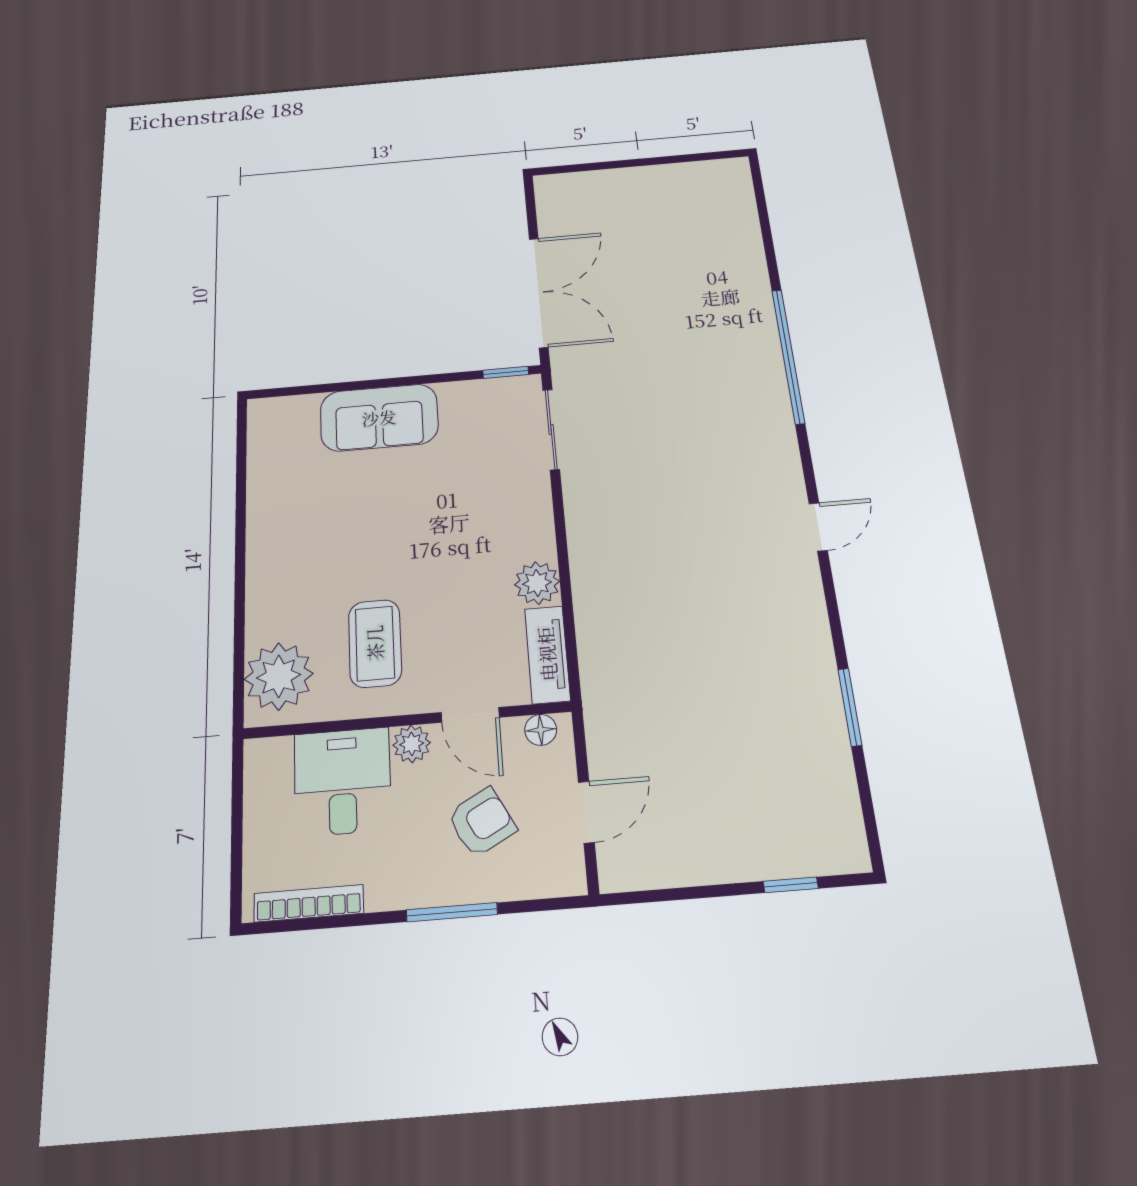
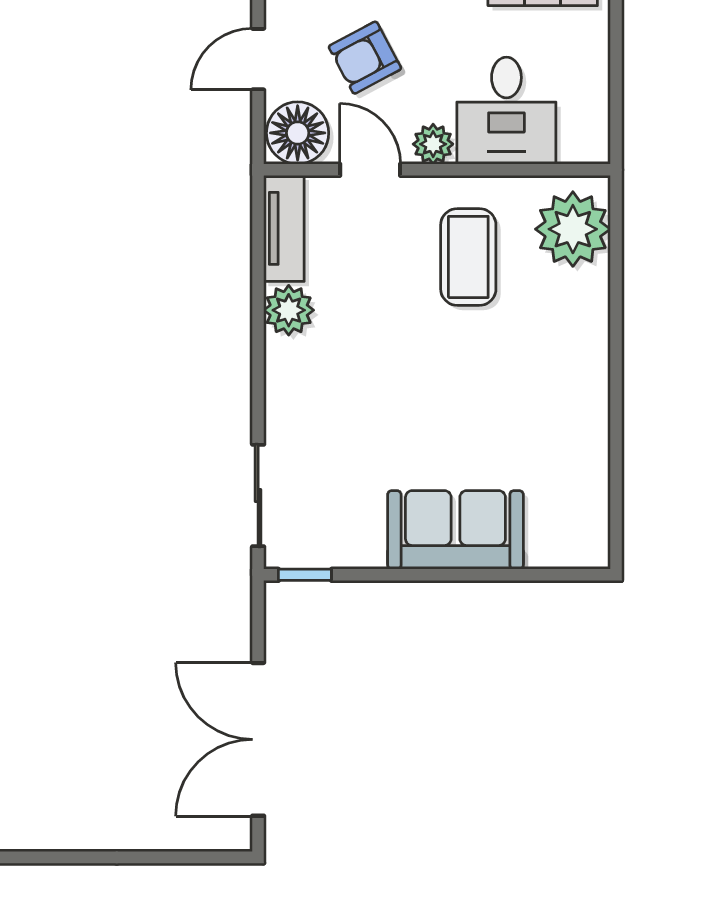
double door: (539, 292) -> (258, 739), moved
floor lamp: (541, 730) -> (298, 133), width x1.89, depth x1.89

